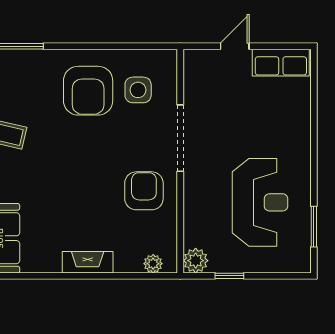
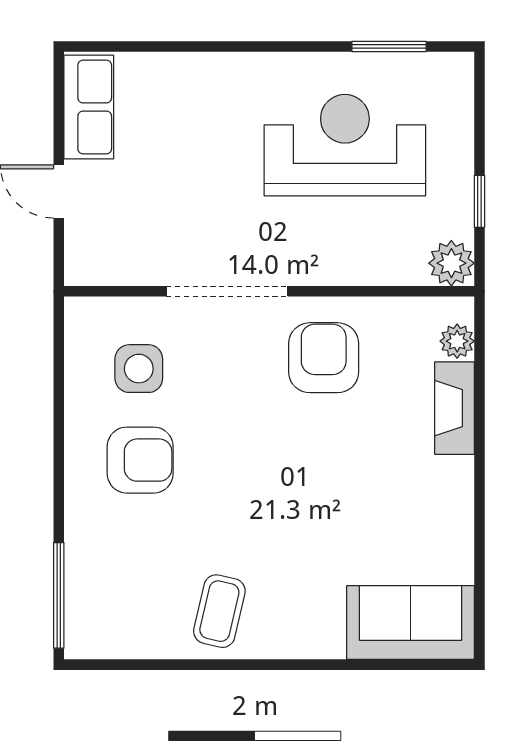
armchair: (88, 91) -> (140, 460), width x0.73, depth x0.73
armchair: (144, 191) -> (324, 358), turned 90
fireplace: (88, 262) -> (455, 408), moved

